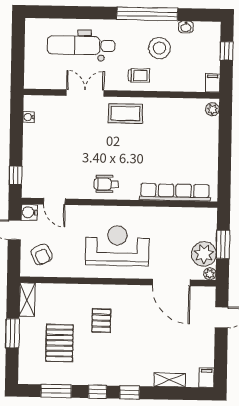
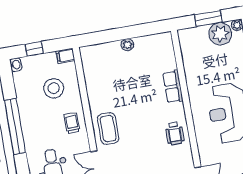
washbasin: (186, 27) -> (16, 65), moved
stool: (159, 48) -> (54, 88), moved
plant: (212, 109) -> (127, 45), moved
row of seats: (175, 192) -> (173, 87), width x0.50

